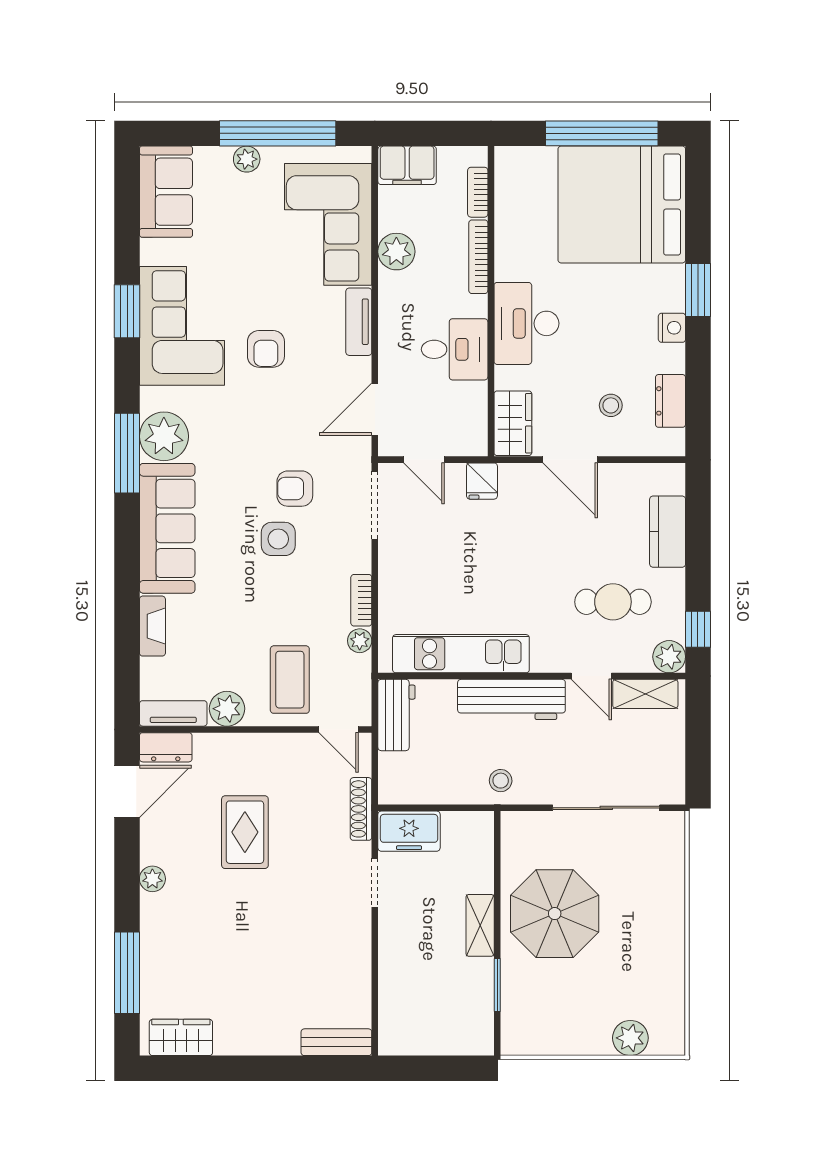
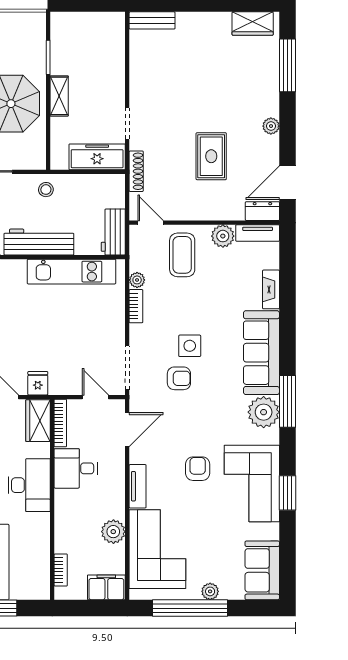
bookcase: (478, 257) -> (60, 423), moved
fridge: (482, 481) -> (38, 383), moved
freezer: (409, 831) -> (97, 157), width x1.40

